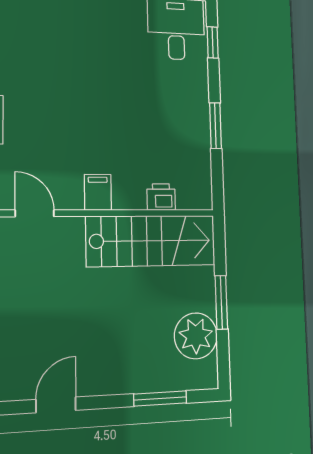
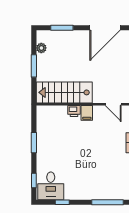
printer: (161, 197) -> (74, 111), moved
plant: (196, 336) -> (41, 48), width x0.53, depth x0.53
door: (56, 405) -> (105, 28), width x1.88

